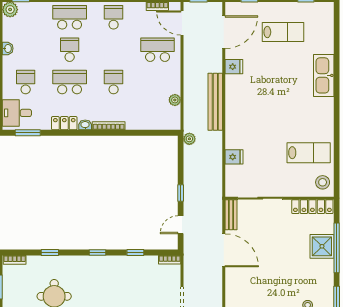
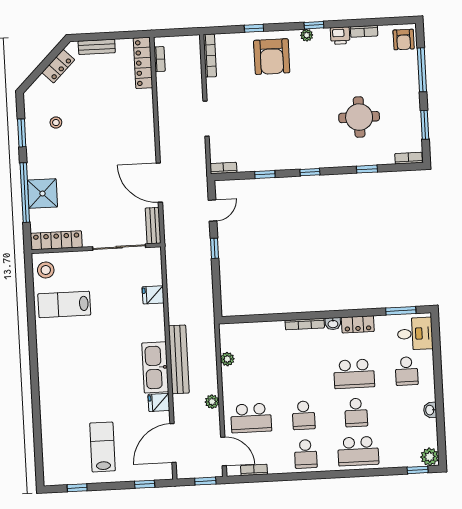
lab bench: (283, 32) -> (102, 447), turned 90
kitchen sink: (324, 75) -> (155, 367), moved, turned 180
school desk: (114, 82) -> (304, 415), moved
plant: (189, 139) -> (212, 402), moved

